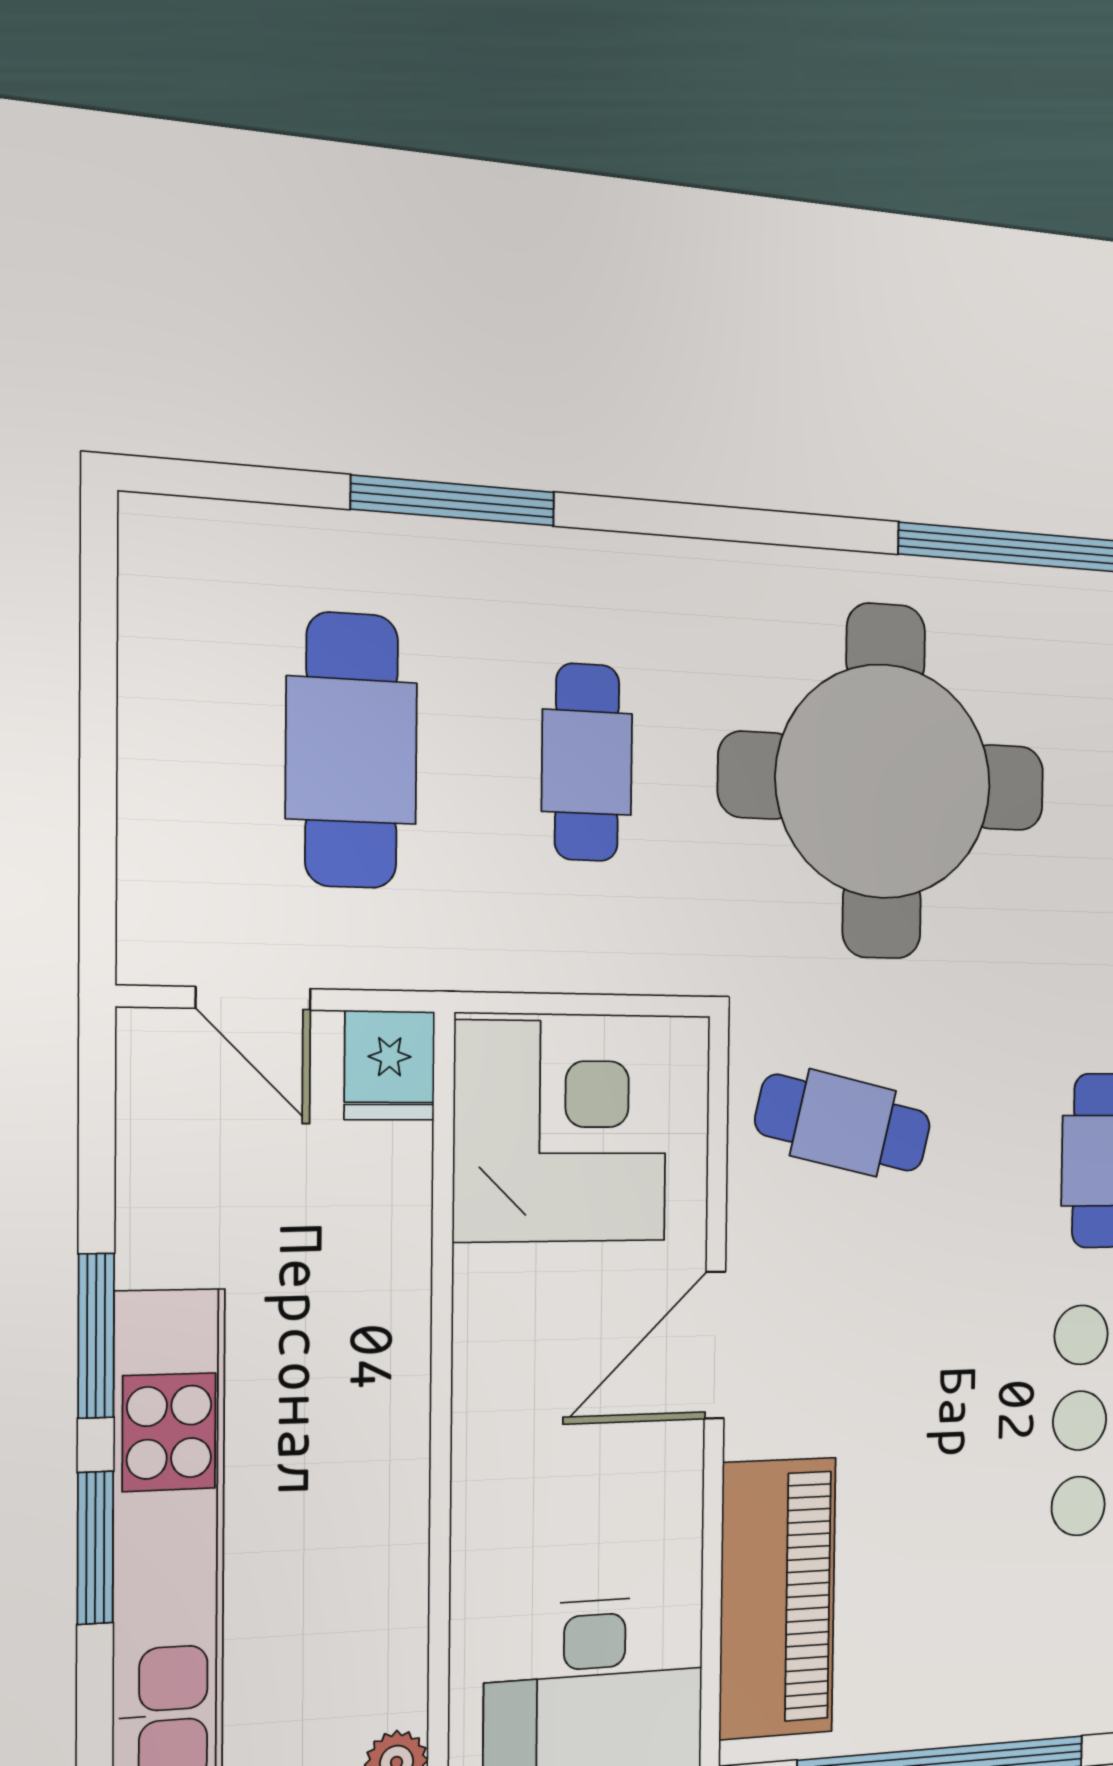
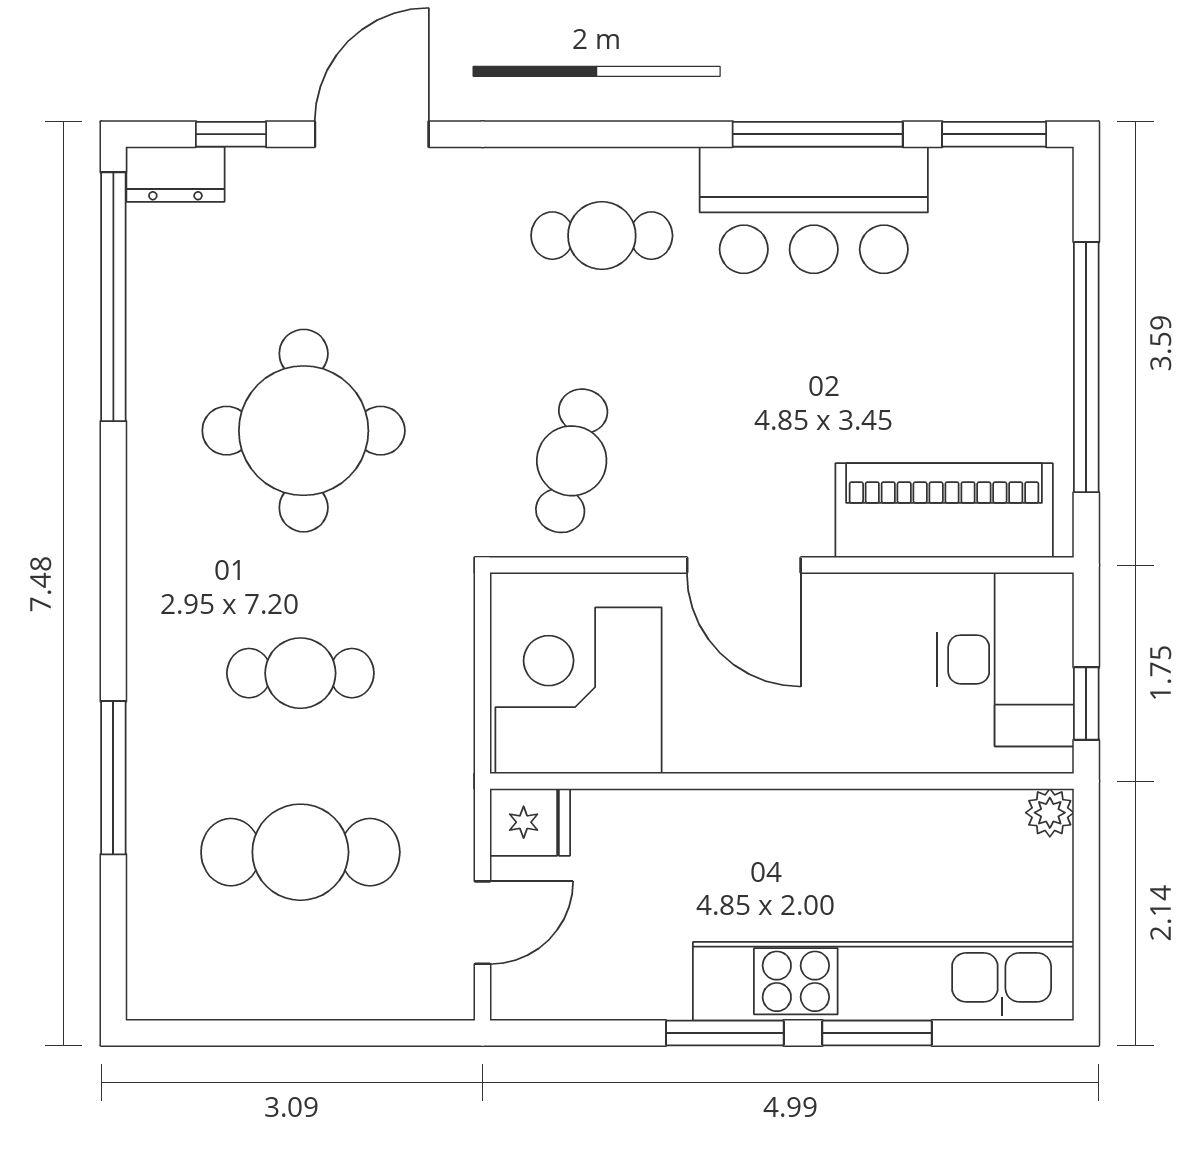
round table: (884, 781) -> (304, 431), width x0.73, depth x0.73

